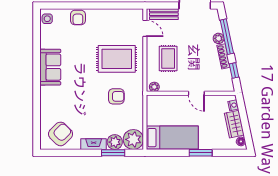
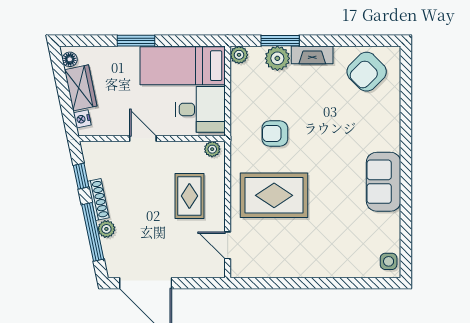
bench: (164, 14) -> (196, 269), removed
armchair: (78, 18) -> (338, 263), removed
desk: (162, 111) -> (200, 109), added
plant: (133, 139) -> (239, 55), width x0.53, depth x0.53

